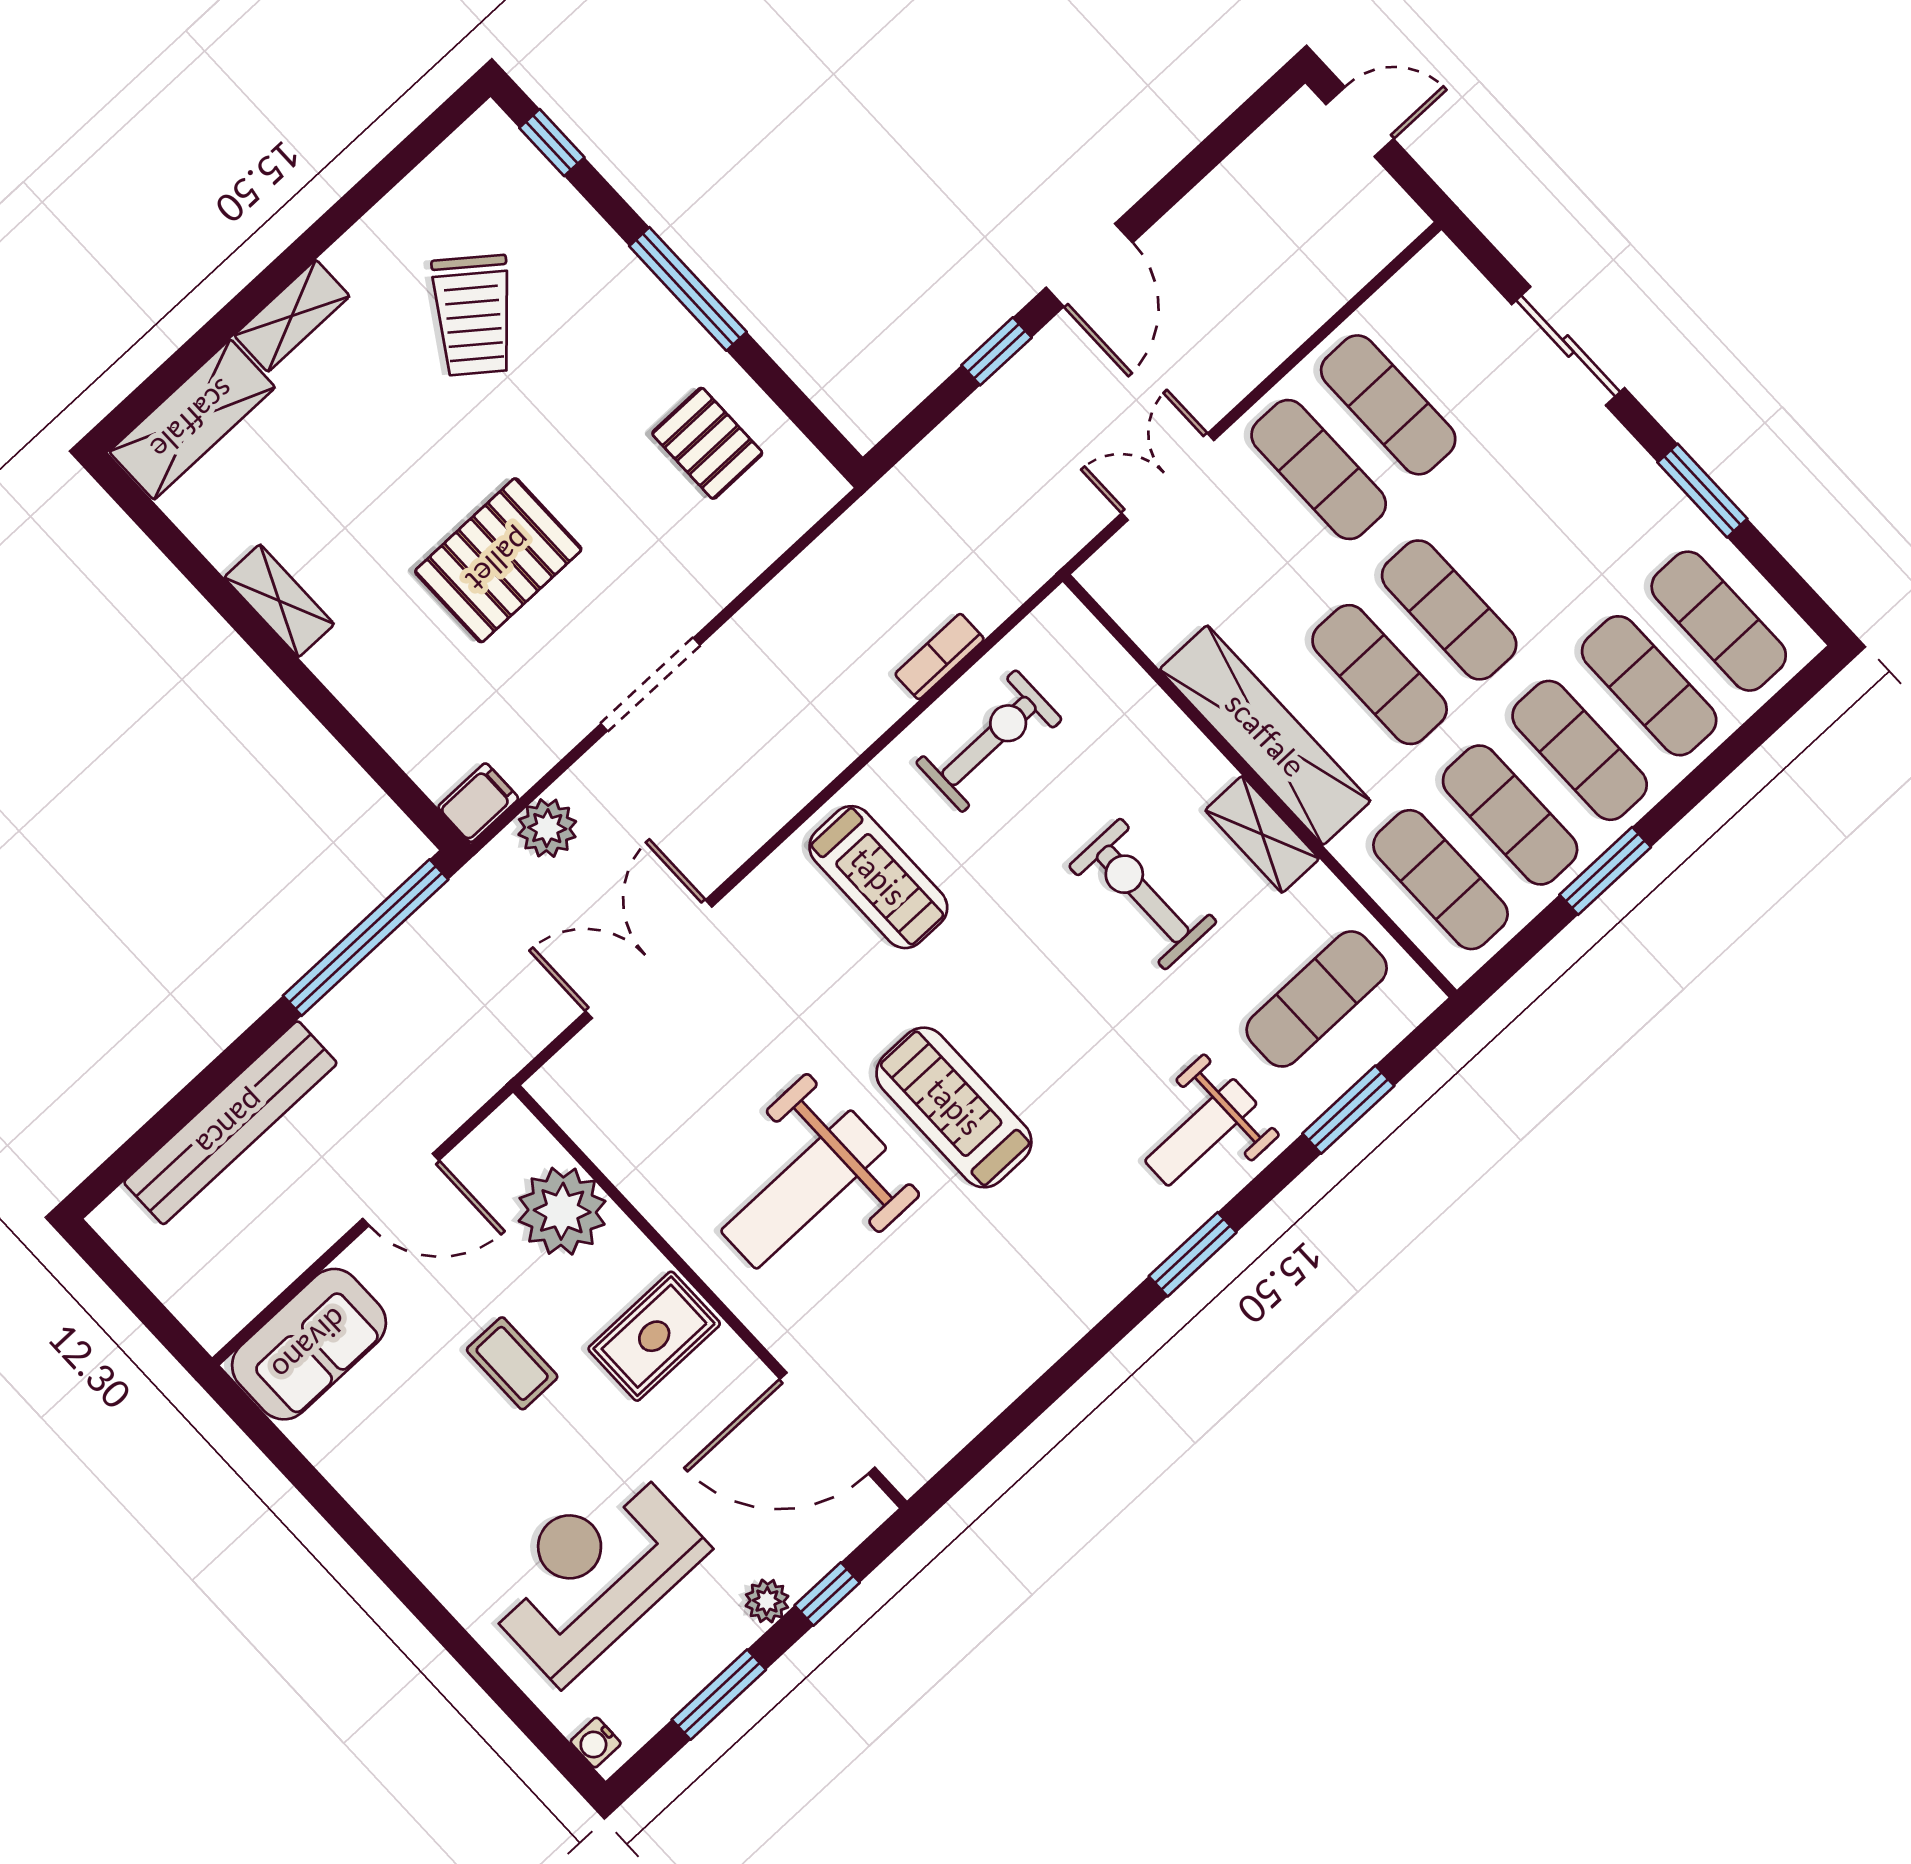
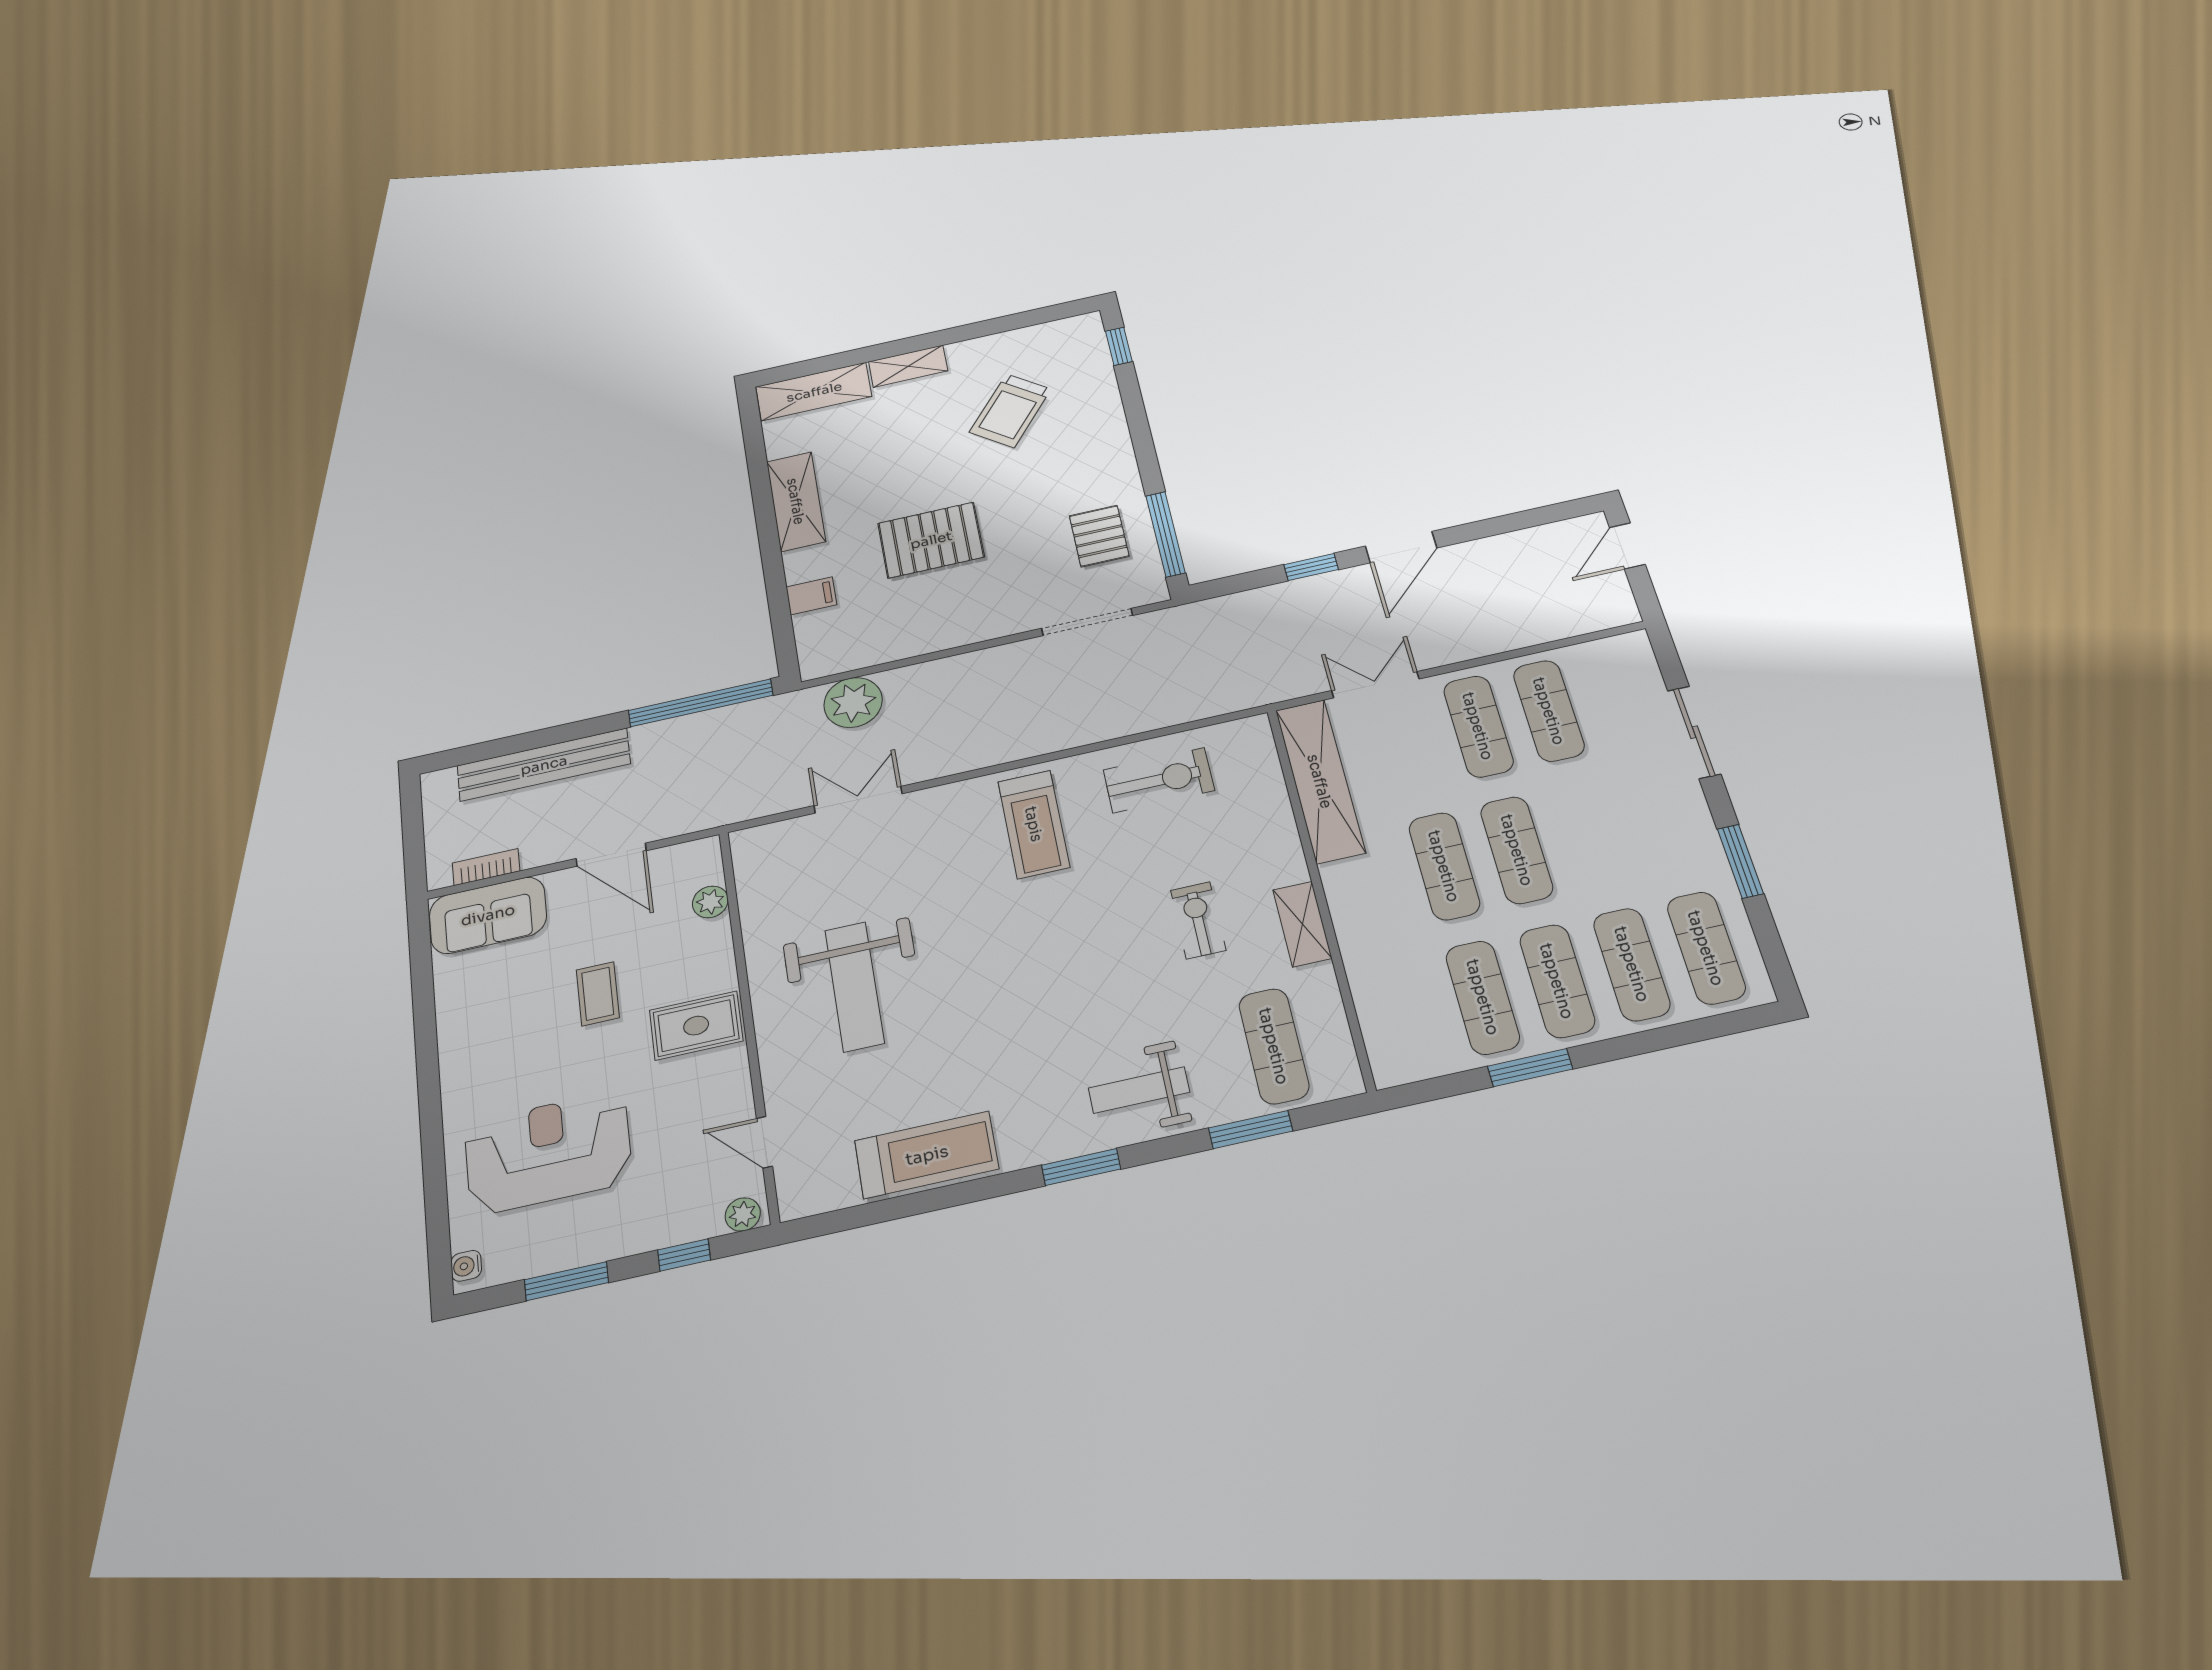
door: (1360, 122) -> (1627, 546), swing flipped
window: (688, 289) -> (1166, 534), moved
shelving: (279, 601) -> (796, 501), width x1.50, depth x1.33
bookcase: (940, 657) -> (486, 867), moved
doorway: (650, 684) -> (1087, 622), moved
shelving: (1265, 735) -> (1320, 781), moved
filing cabinet: (478, 803) -> (811, 596), moved
plant: (547, 828) -> (853, 702), width x1.36, depth x1.36
exercise mat: (1440, 880) -> (1408, 1014), removed
exercise bike: (1143, 894) -> (1198, 920), width x0.73, depth x0.72
double door: (649, 959) -> (858, 800), width x0.73
exercise mat: (1317, 999) -> (1274, 1046), turned 90
treadmill: (954, 1107) -> (927, 1155), moved, turned 90
weight bench: (804, 1190) -> (854, 986), turned -90
plant: (562, 1211) -> (710, 902), width x0.53, depth x0.53
door: (827, 1423) -> (764, 1142), width x0.53
plant: (767, 1601) -> (743, 1214), moved

